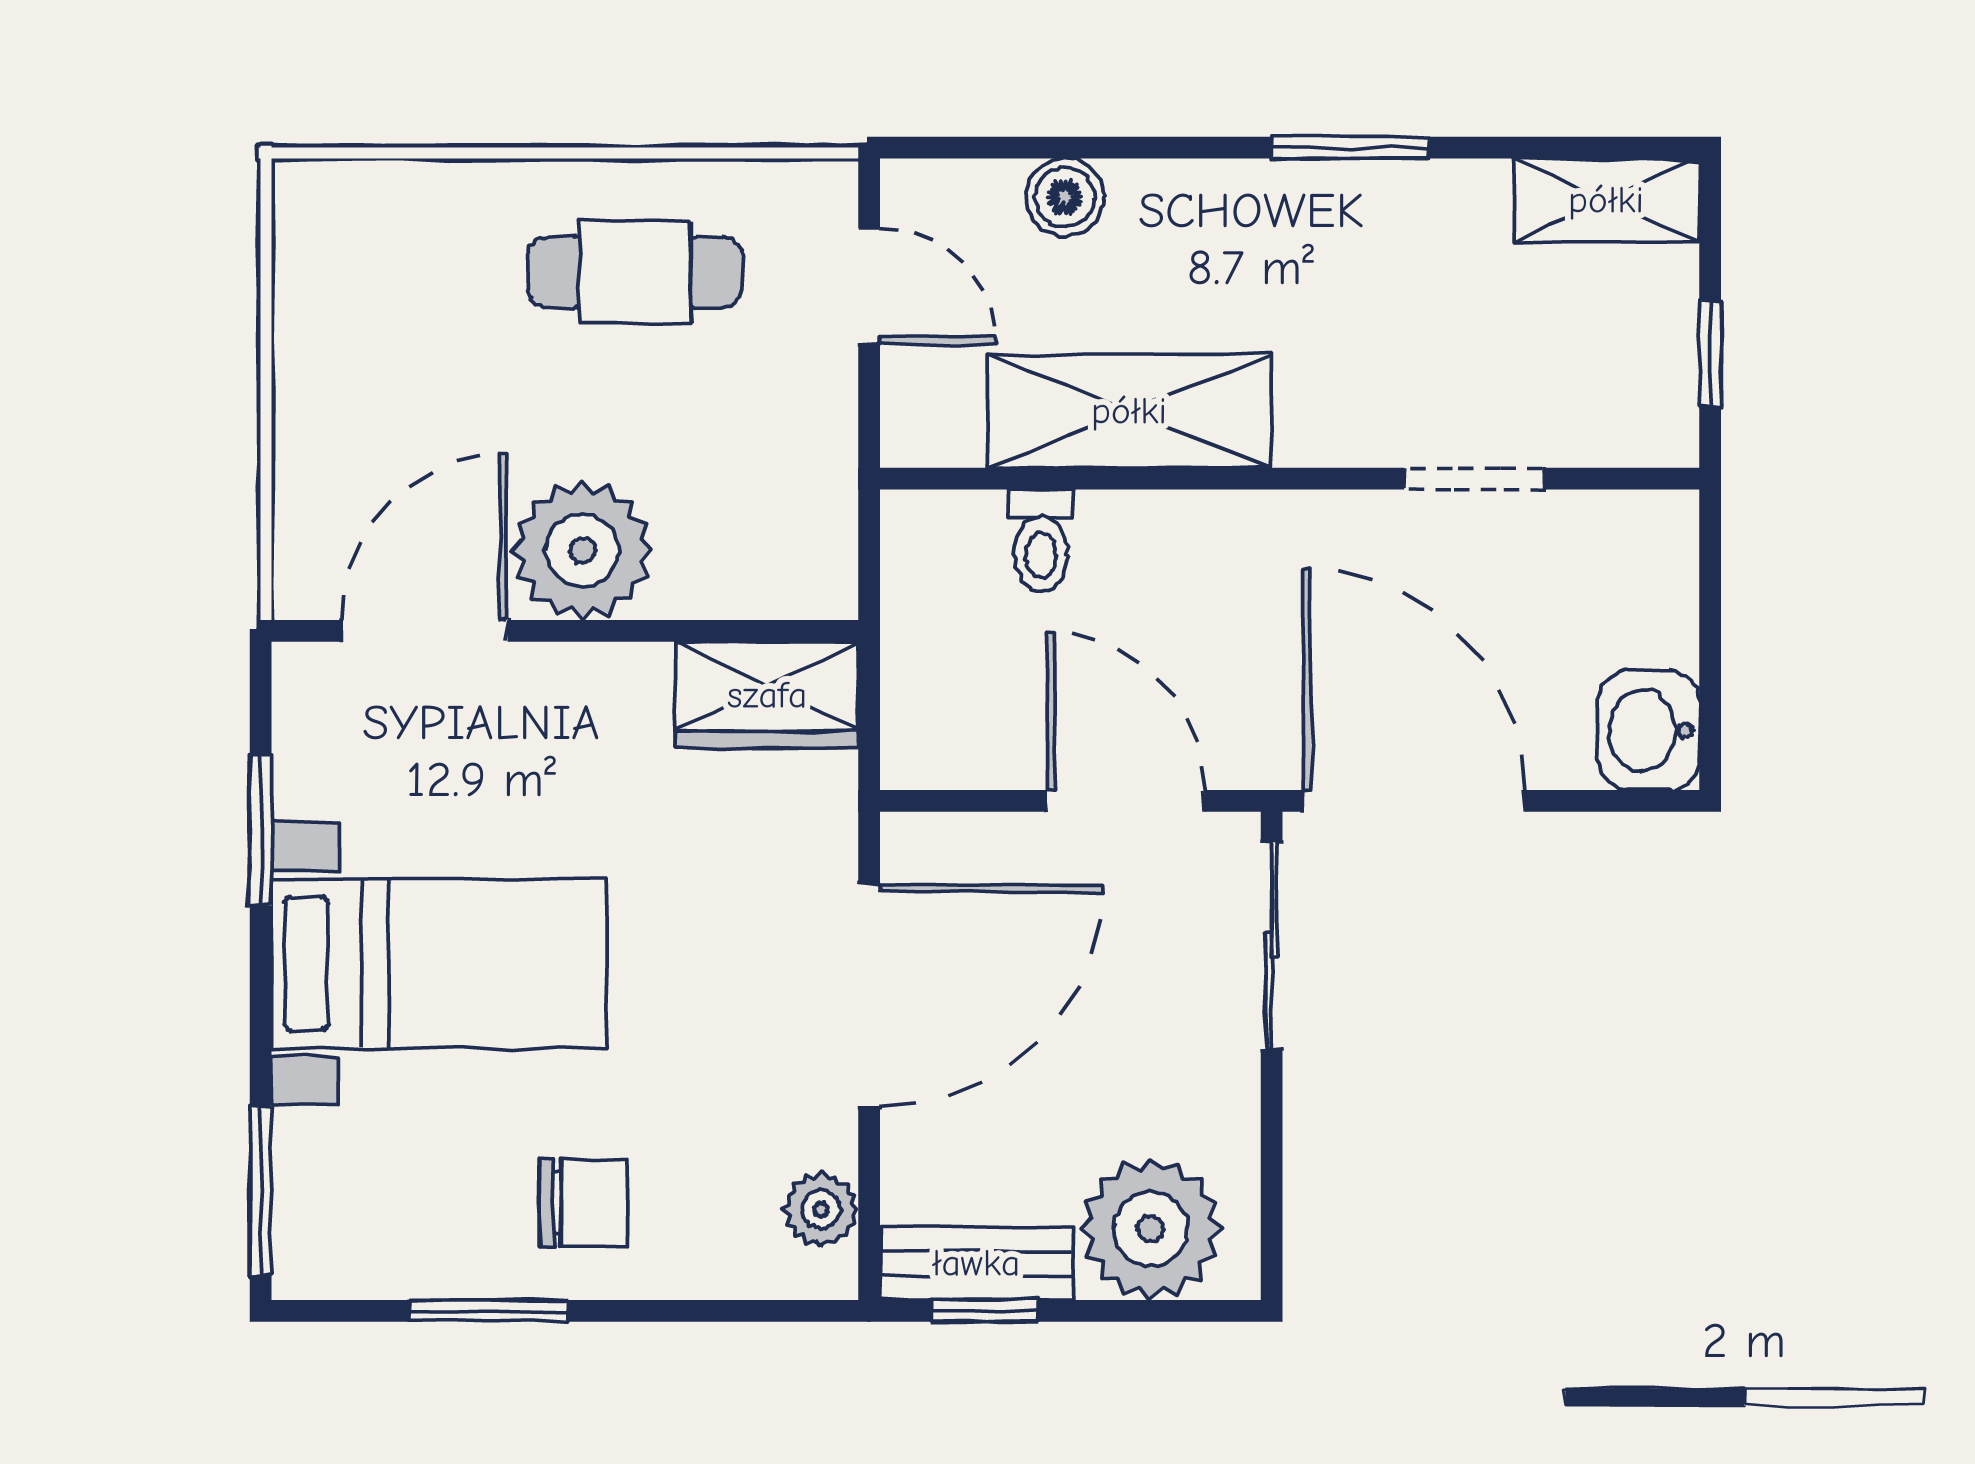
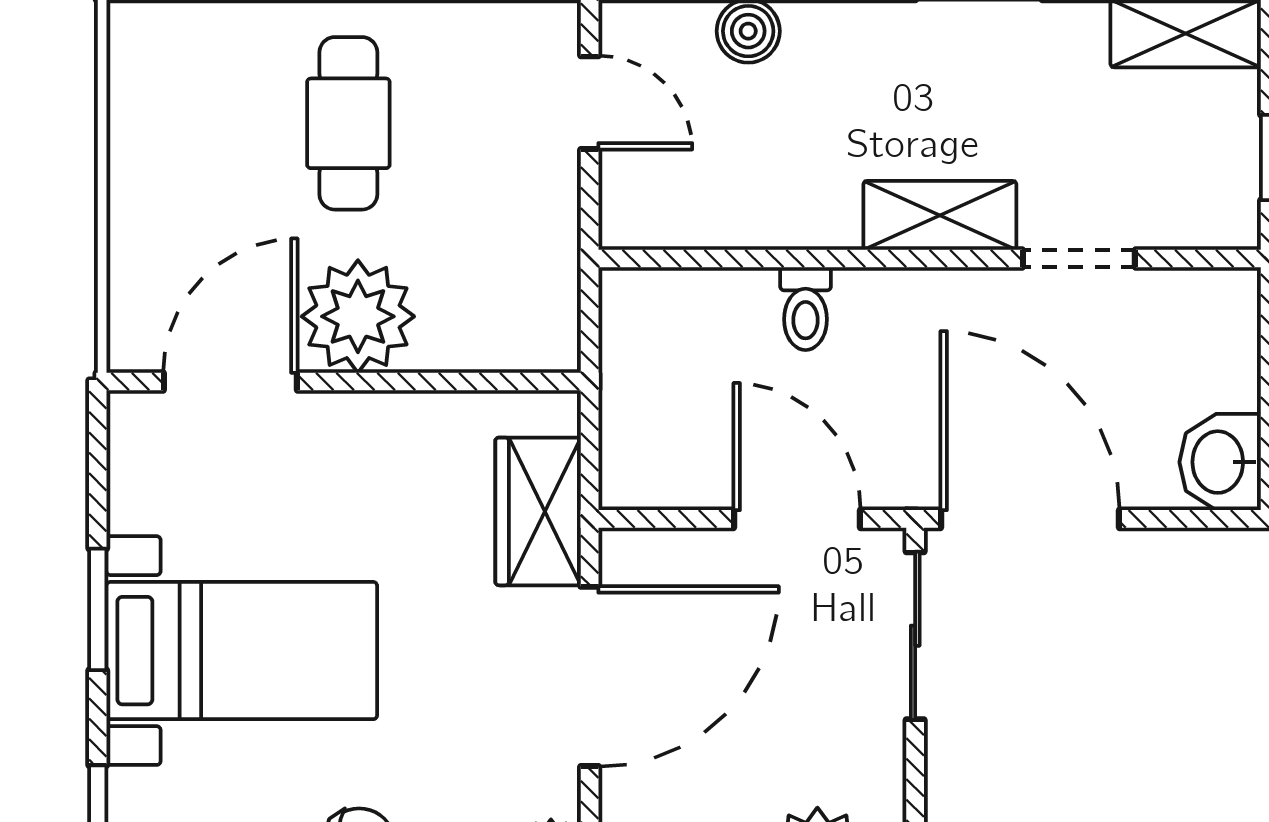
cafe table: (635, 272) -> (348, 123), moved, turned 90
shelving: (1129, 411) -> (940, 215), moved, width x0.67, depth x0.75
toilet: (1041, 541) -> (806, 309), moved
wardrobe: (767, 695) -> (538, 511), moved, turned 90
window: (261, 830) -> (98, 609), moved

